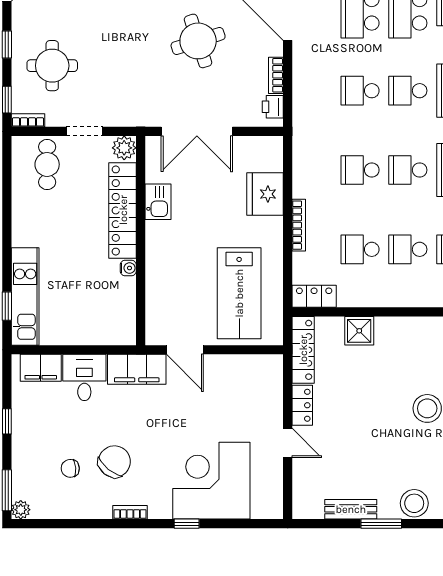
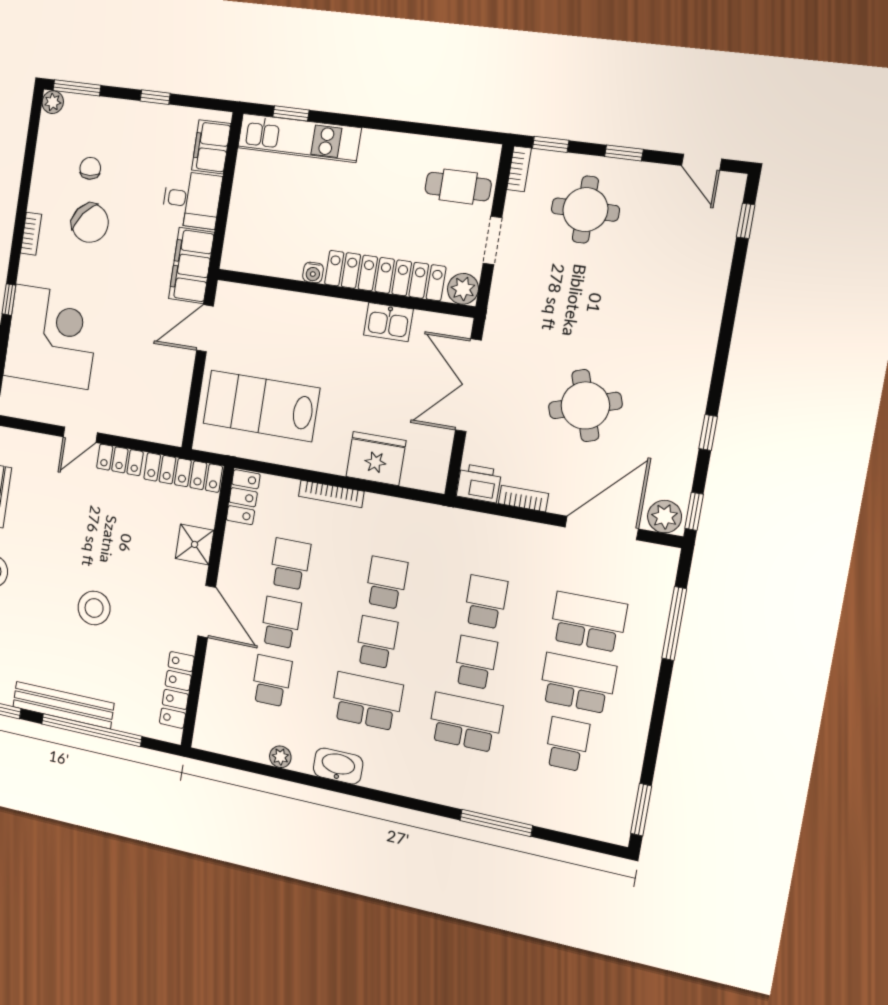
printer: (273, 107) -> (479, 483), width x1.36, depth x1.24
door: (411, 312) -> (207, 612), added

